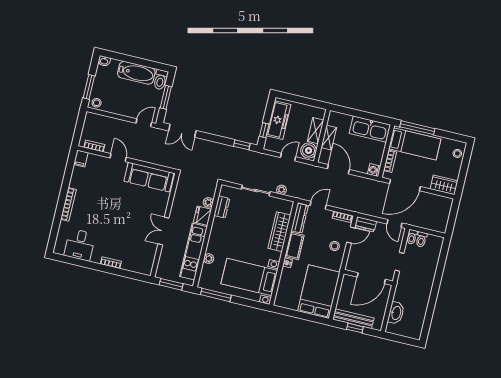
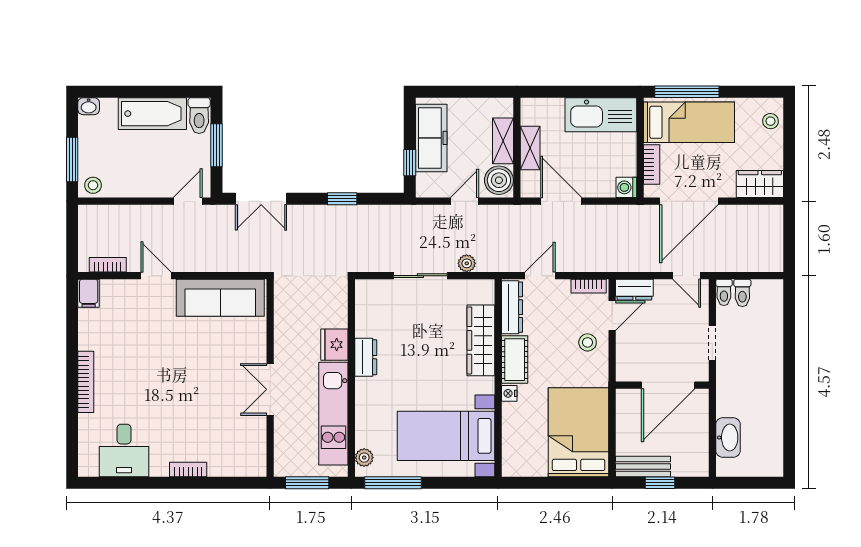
window: (242, 145) -> (342, 199), moved
plant: (208, 202) -> (339, 318), removed
dresser: (222, 207) -> (366, 357), moved
plant: (209, 259) -> (364, 458), moved
bench: (353, 319) -> (643, 467), width x0.73

